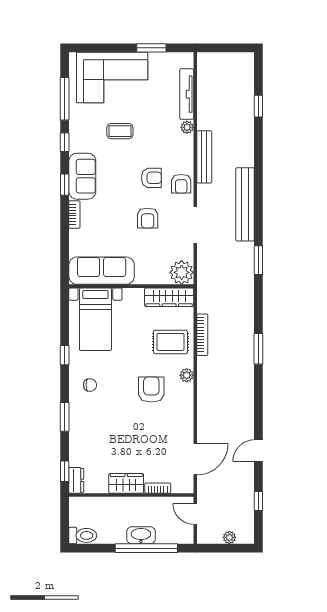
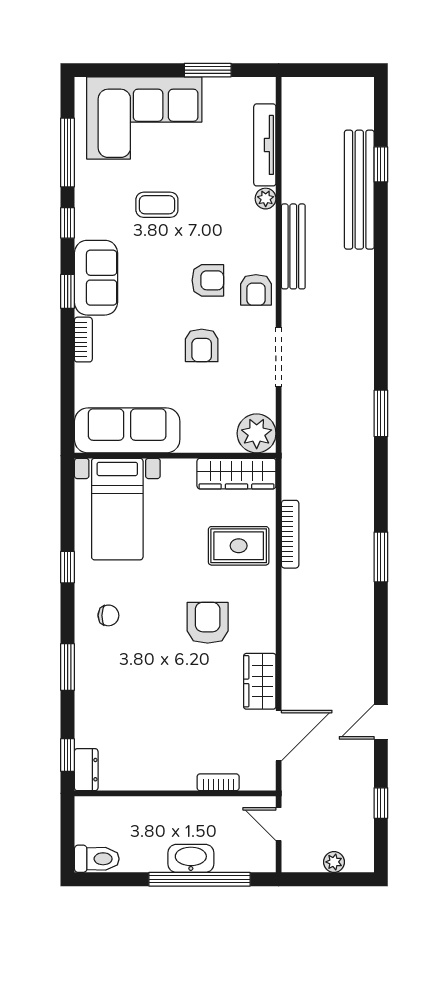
bench: (245, 204) -> (359, 190), moved
plant: (187, 375) -> (265, 600), removed
wardrobe: (126, 483) -> (260, 681), moved, turned -90

